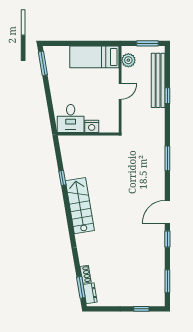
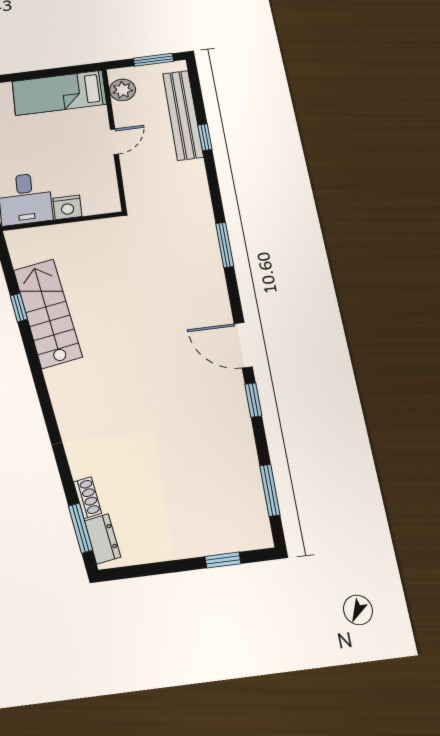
stairs: (80, 206) -> (47, 313), moved
door: (167, 212) -> (243, 345), hinge flipped

